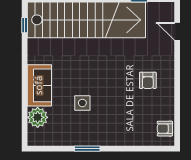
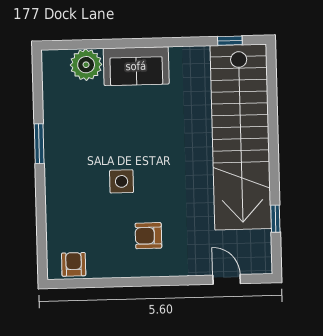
door: (177, 31) -> (227, 279), hinge flipped
side table: (82, 103) -> (122, 181), moved

